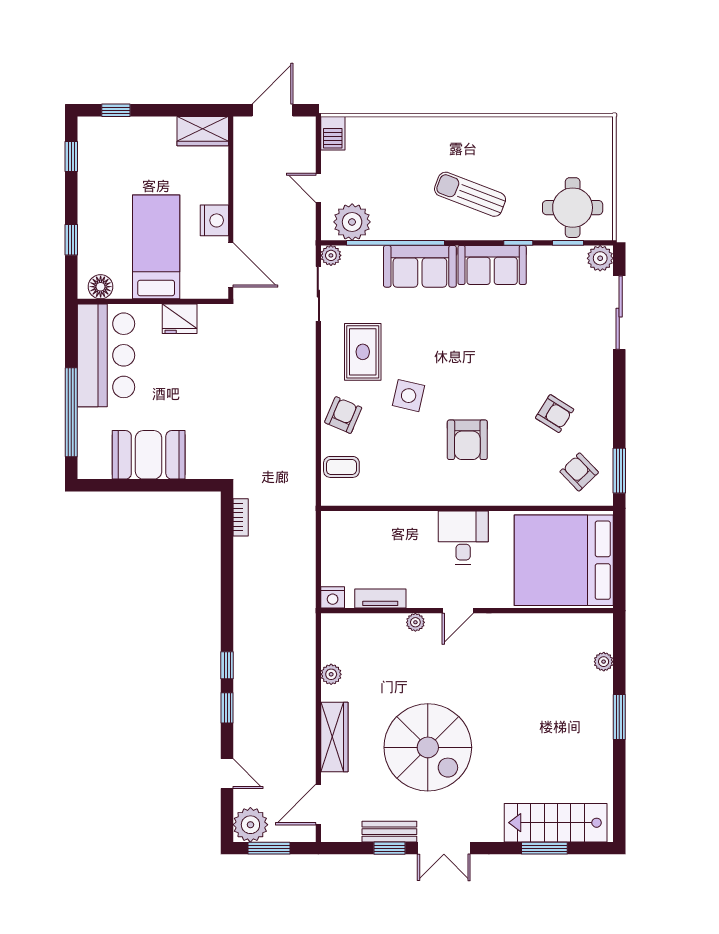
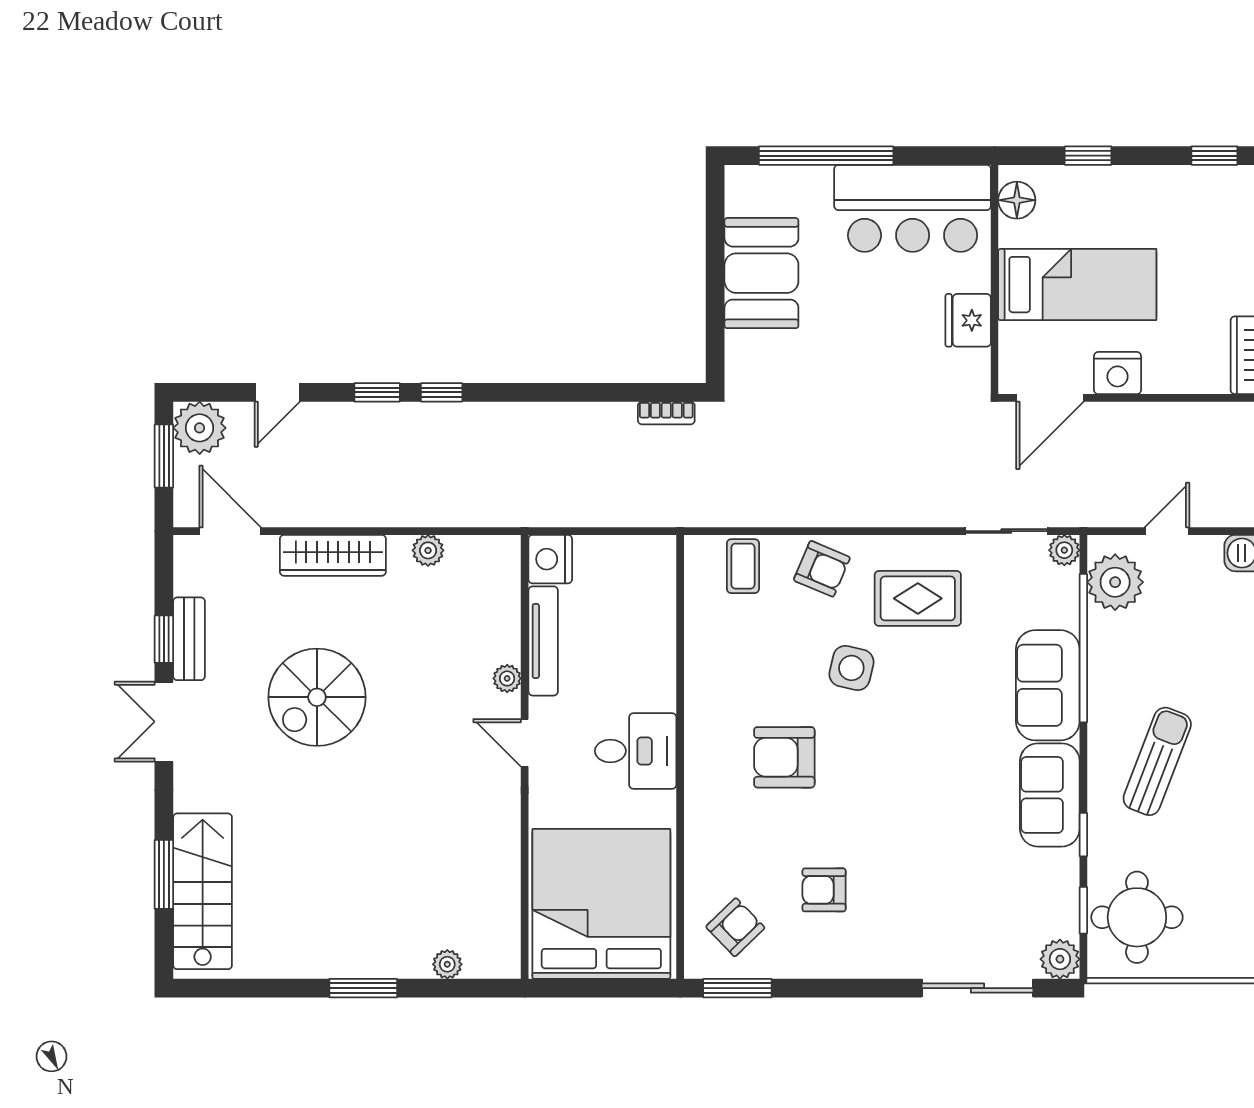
armchair: (555, 414) -> (824, 890), turned 58
nightstand: (333, 597) -> (550, 559), width x1.36, depth x1.33
tv unit: (380, 599) -> (543, 641), width x1.41
spiral stairs: (428, 747) -> (317, 697), width x0.73, depth x0.73

